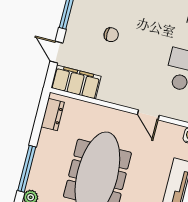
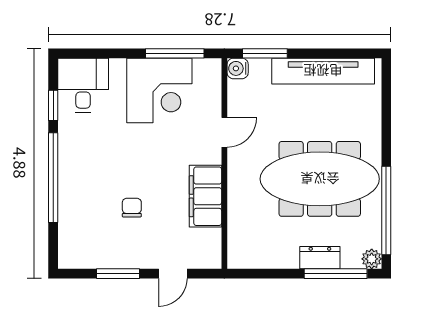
filing cabinet: (76, 82) -> (205, 196), moved
dresser: (53, 115) -> (320, 258), moved

